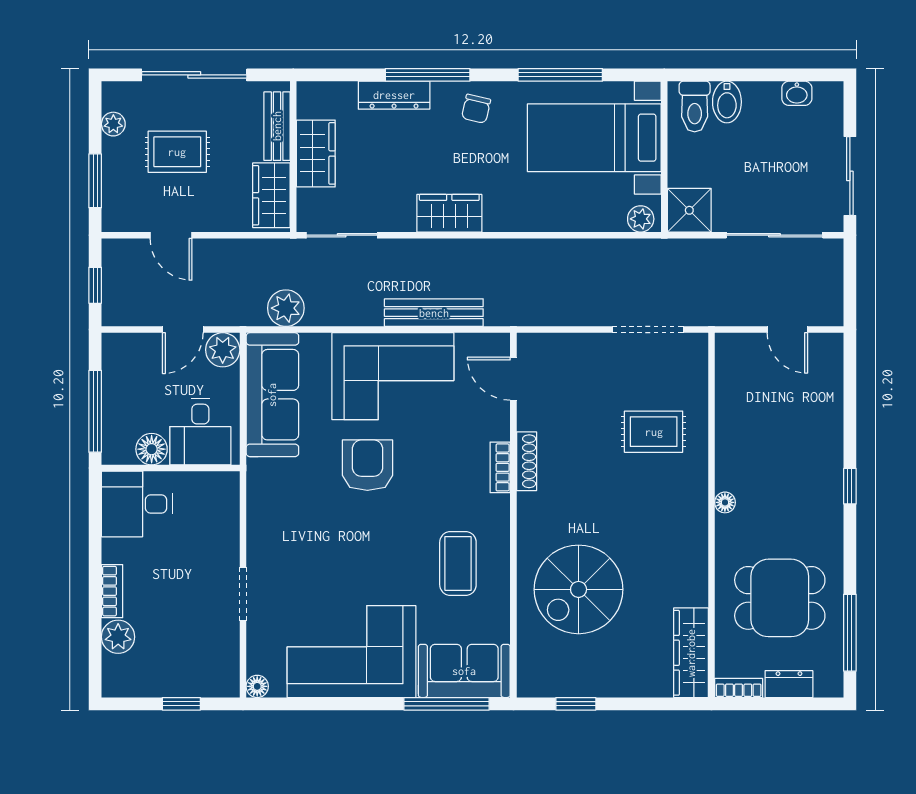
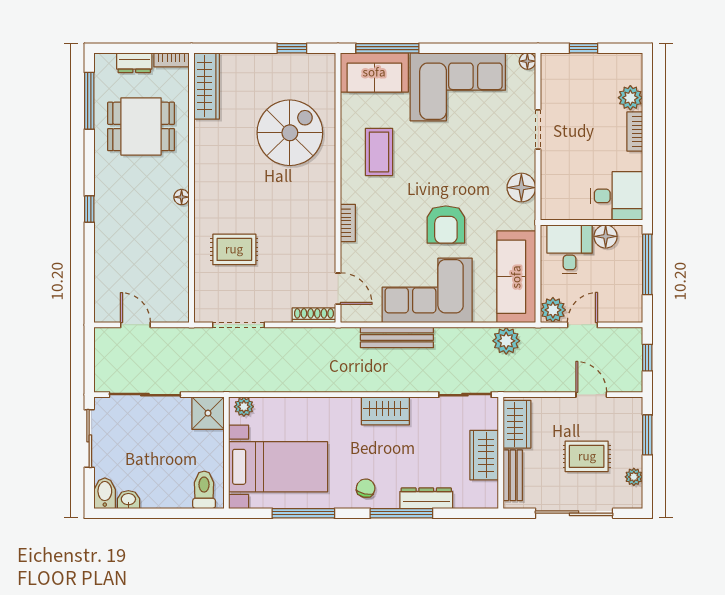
bidet: (727, 102) -> (105, 493), moved
shoe rack: (527, 461) -> (314, 315), moved, turned 90
floor lamp: (265, 515) -> (521, 188), added

